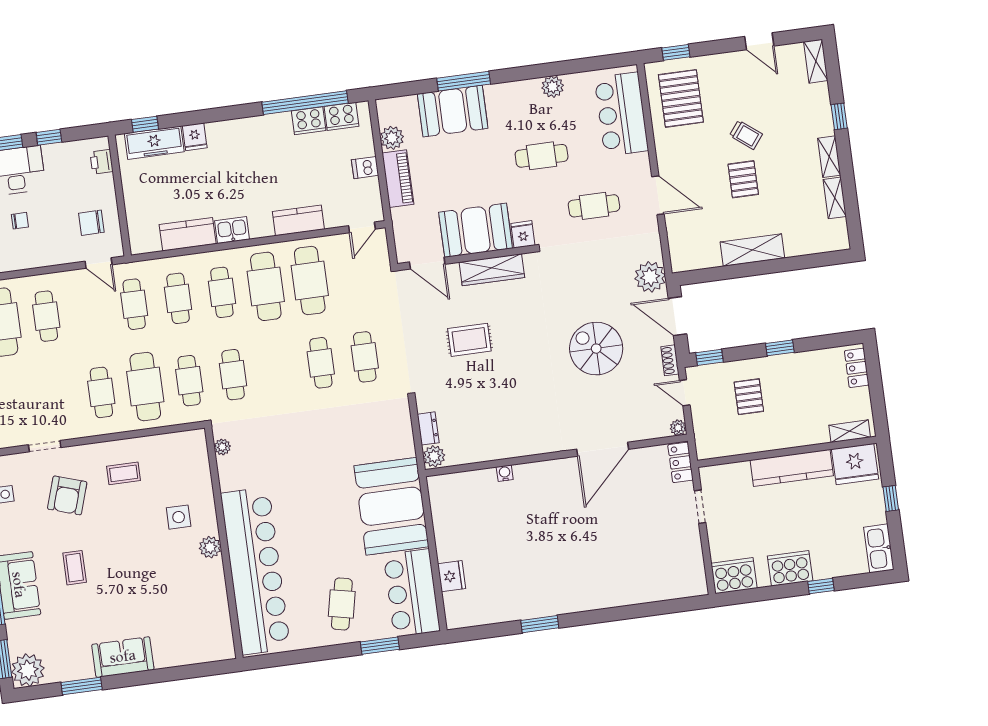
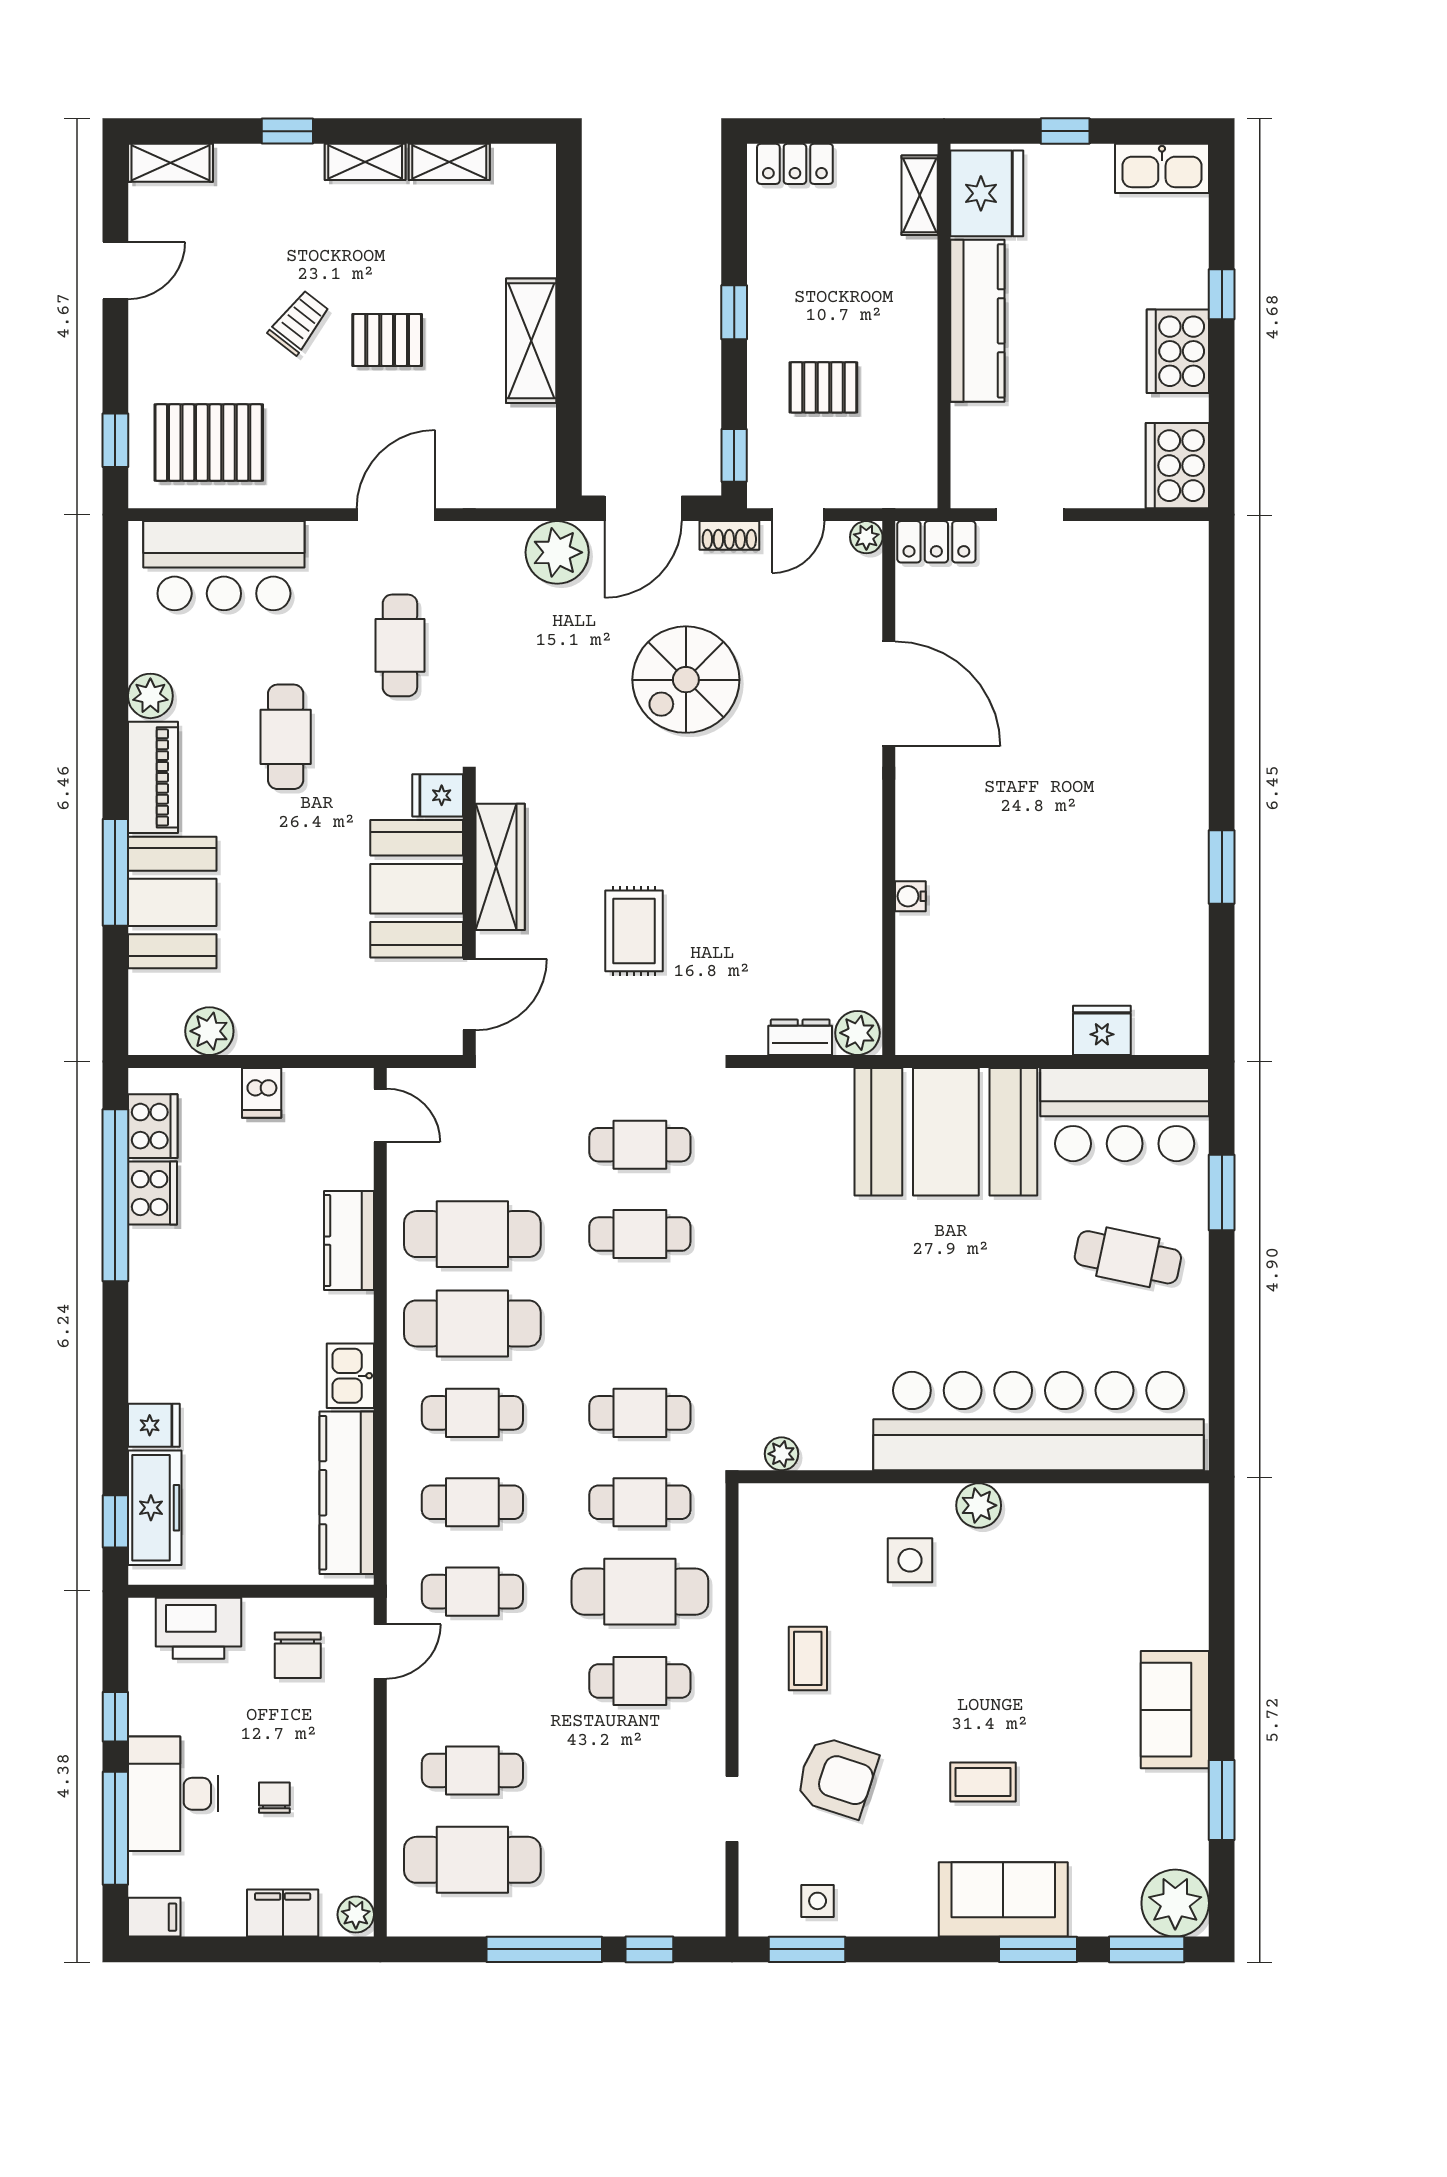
printer: (102, 162) -> (198, 1628), width x1.87, depth x1.48
piano: (398, 179) -> (153, 777), moved, turned 90
kitchen counter: (188, 234) -> (347, 1493), width x1.50

